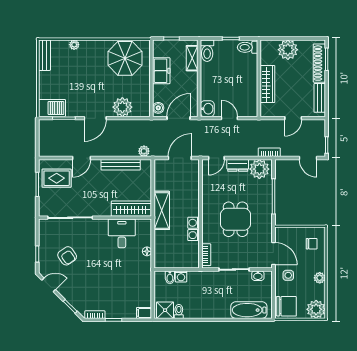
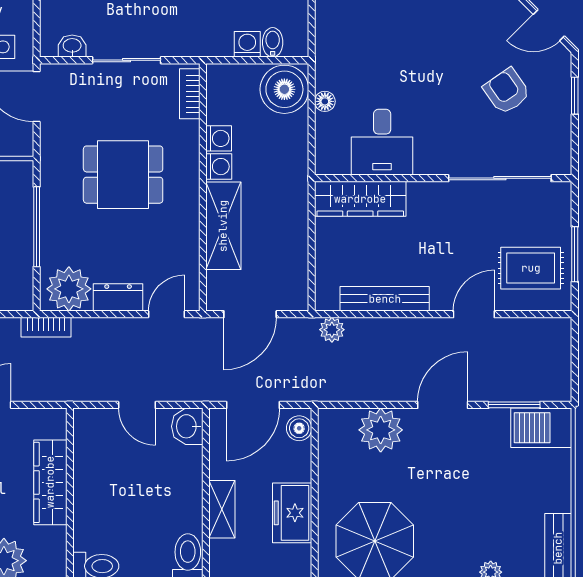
shelving: (192, 58) -> (222, 509), moved
shelving: (162, 210) -> (223, 226), moved
dining table: (235, 219) -> (123, 175), turned 90
boiler: (165, 257) -> (284, 89), added

